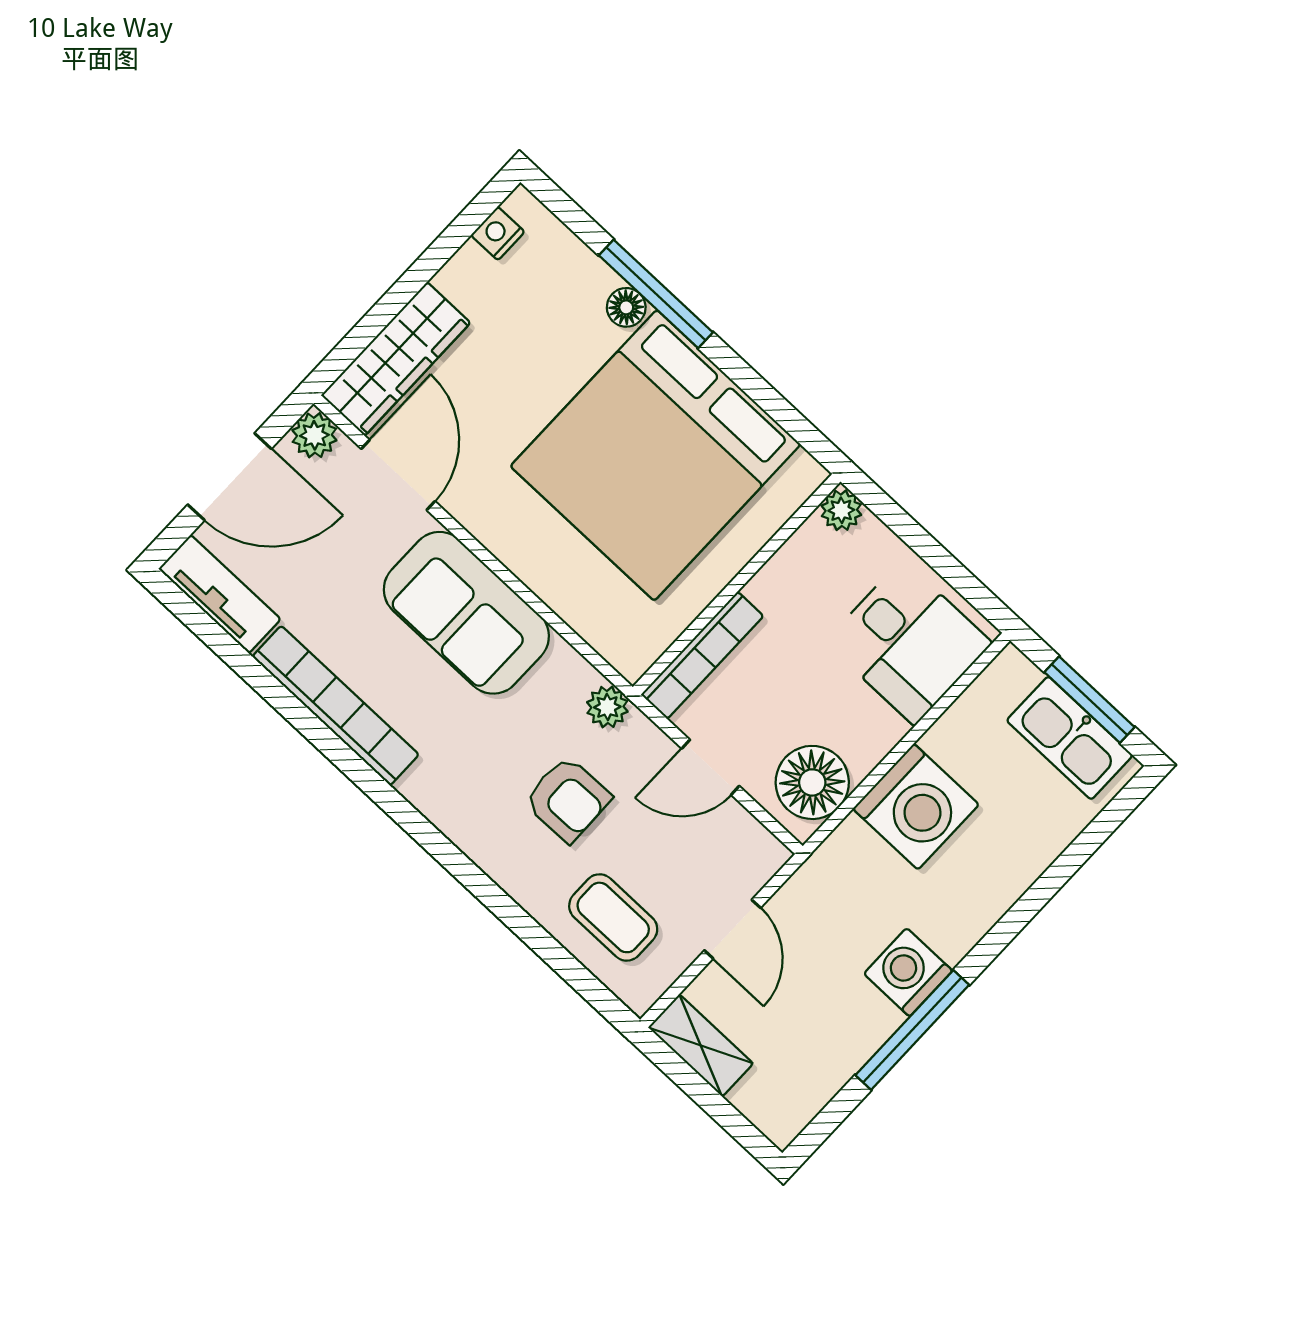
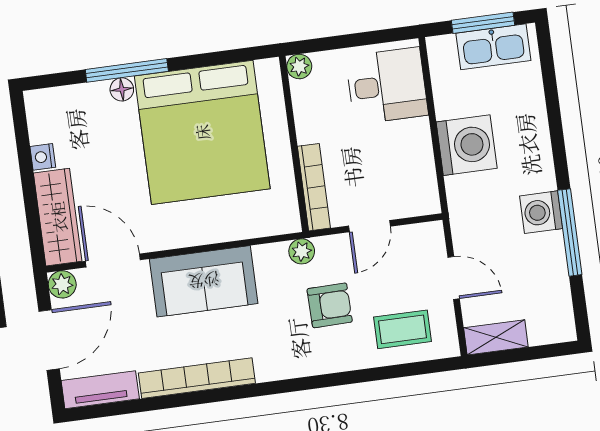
nightstand: (498, 233) -> (43, 157), moved
floor lamp: (812, 782) -> (416, 184), removed

